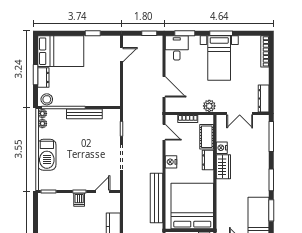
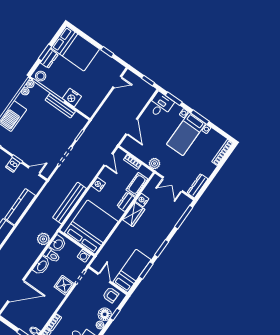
nightstand: (90, 99) -> (72, 97), added

